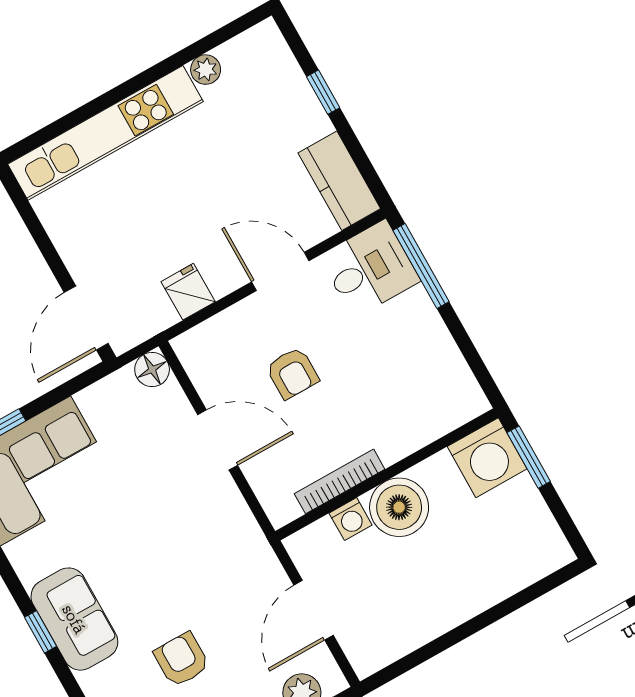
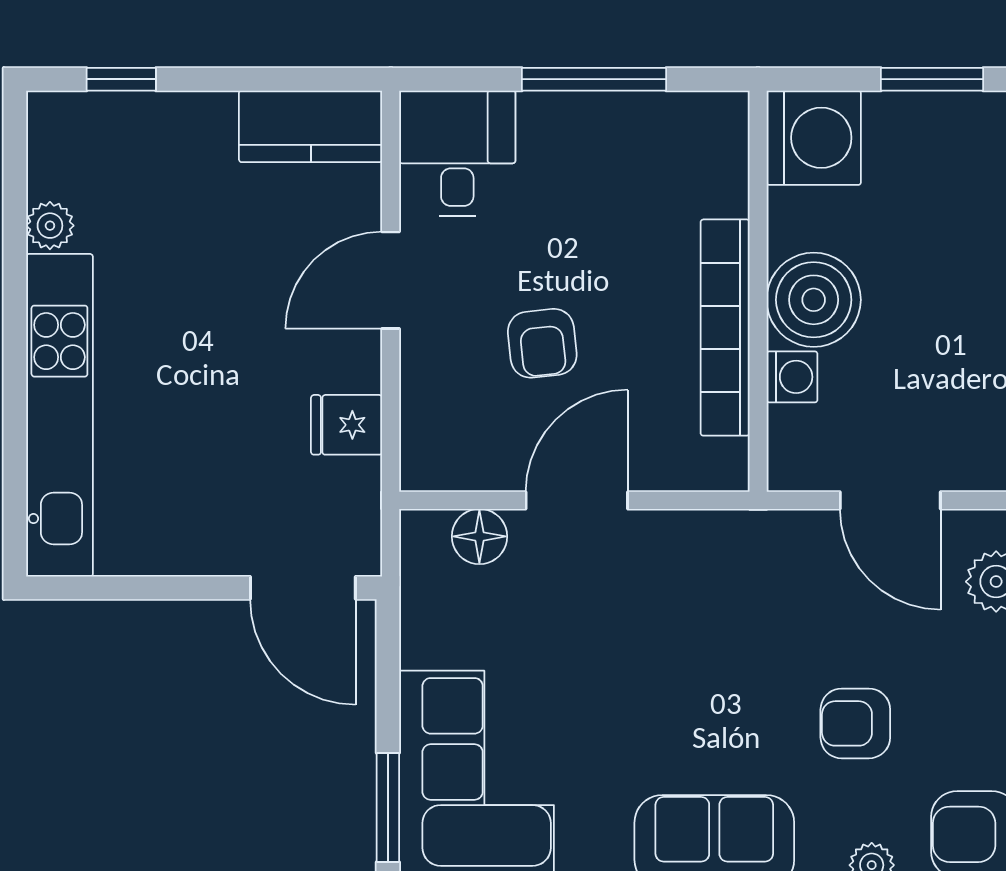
window: (323, 92) -> (121, 79), moved
window: (421, 266) -> (594, 79), moved
floor lamp: (152, 370) -> (479, 536), moved
armchair: (292, 373) -> (542, 343), turned 84
window: (529, 457) -> (932, 79), moved
bookcase: (340, 481) -> (725, 328), width x1.48, depth x1.31

